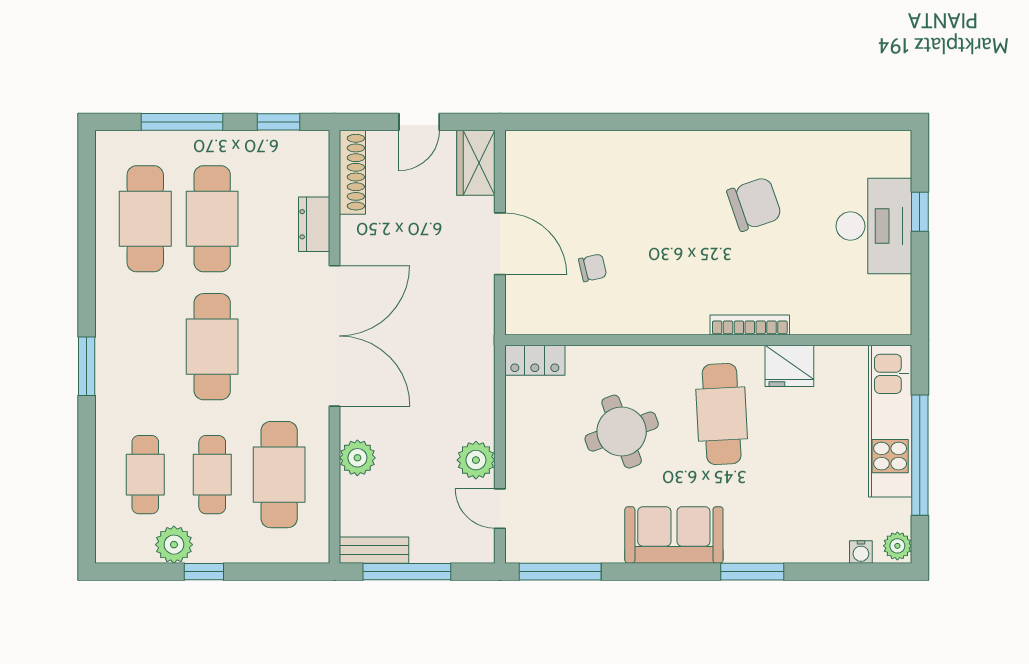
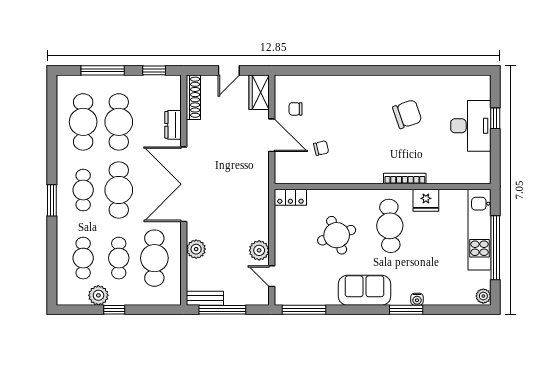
chair: (545, 194) -> (296, 109), added
double door: (335, 336) -> (184, 184), swing flipped
cafe table: (145, 347) -> (83, 190), added
water cooler: (861, 552) -> (417, 299), moved

